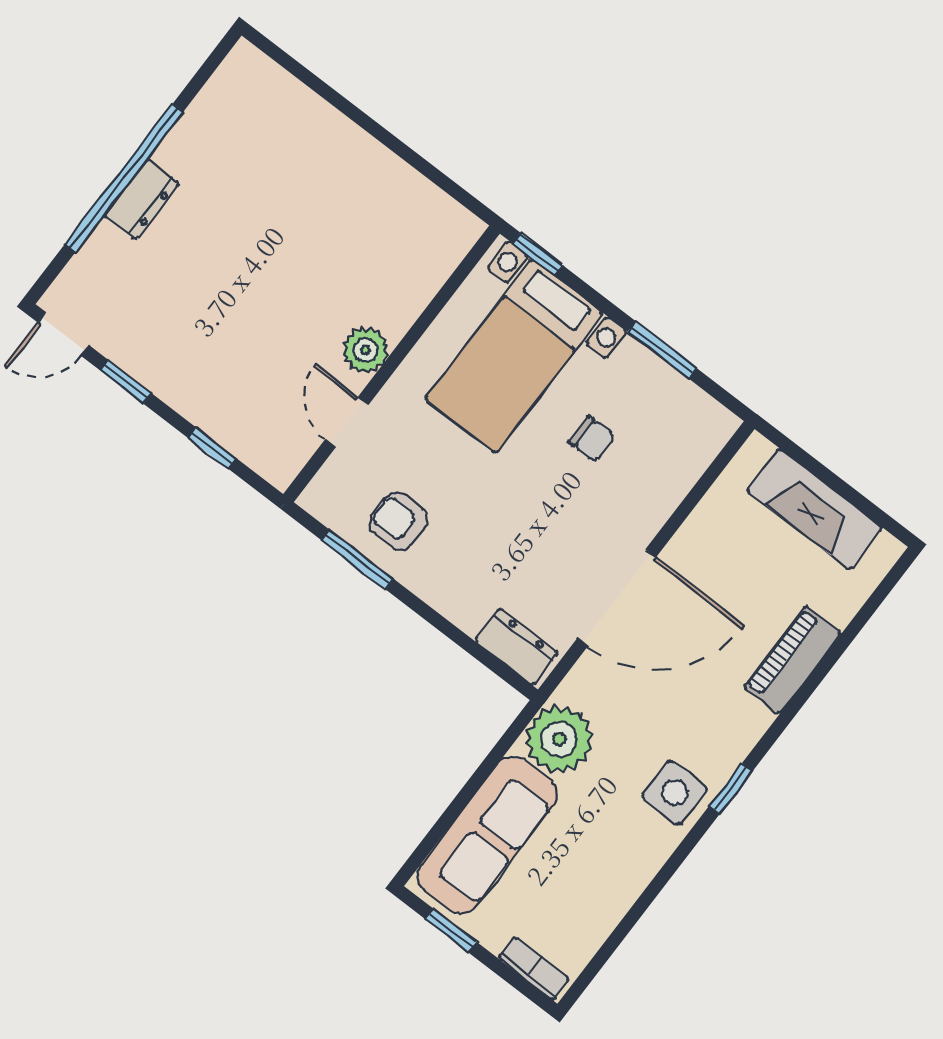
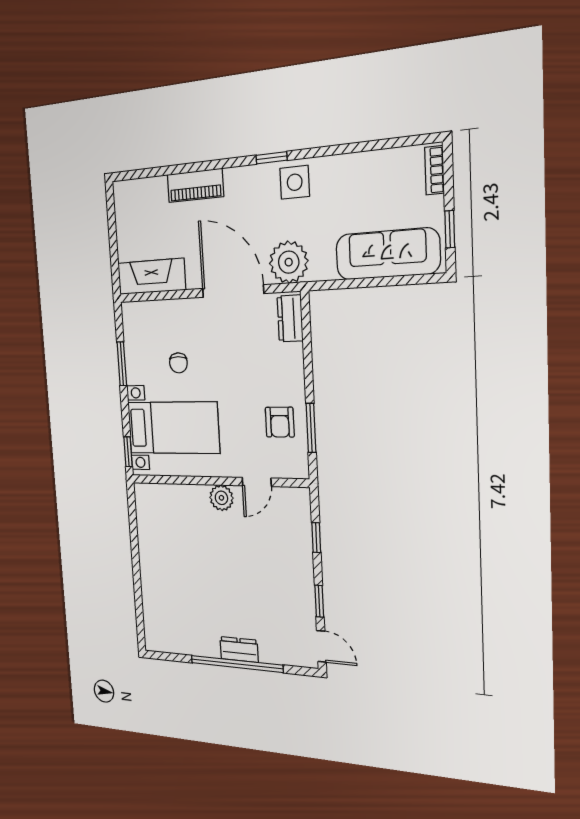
chair: (592, 439) -> (178, 363), turned 180
fireplace: (815, 509) -> (151, 276), moved, turned -90
plant: (559, 739) -> (289, 262), moved

